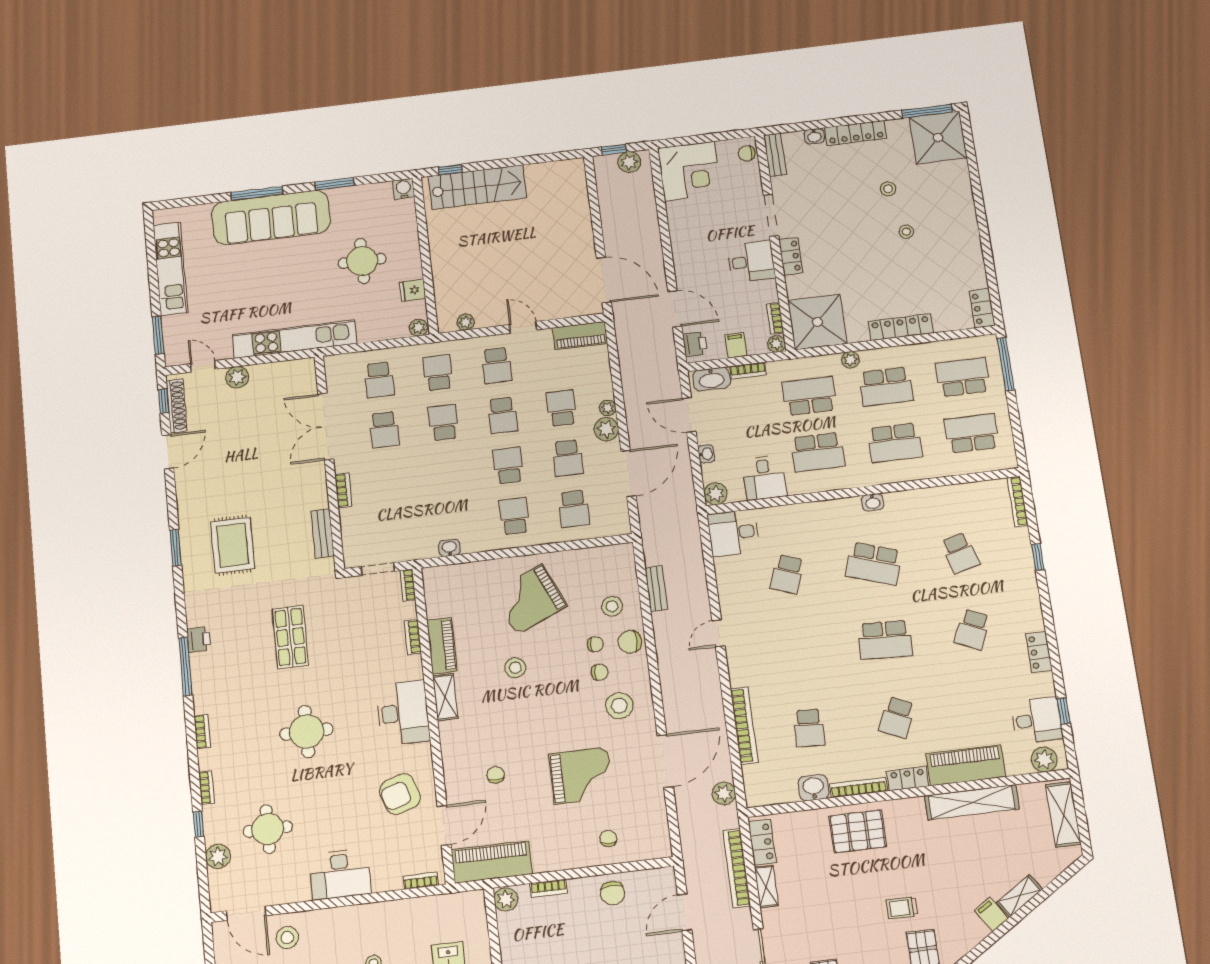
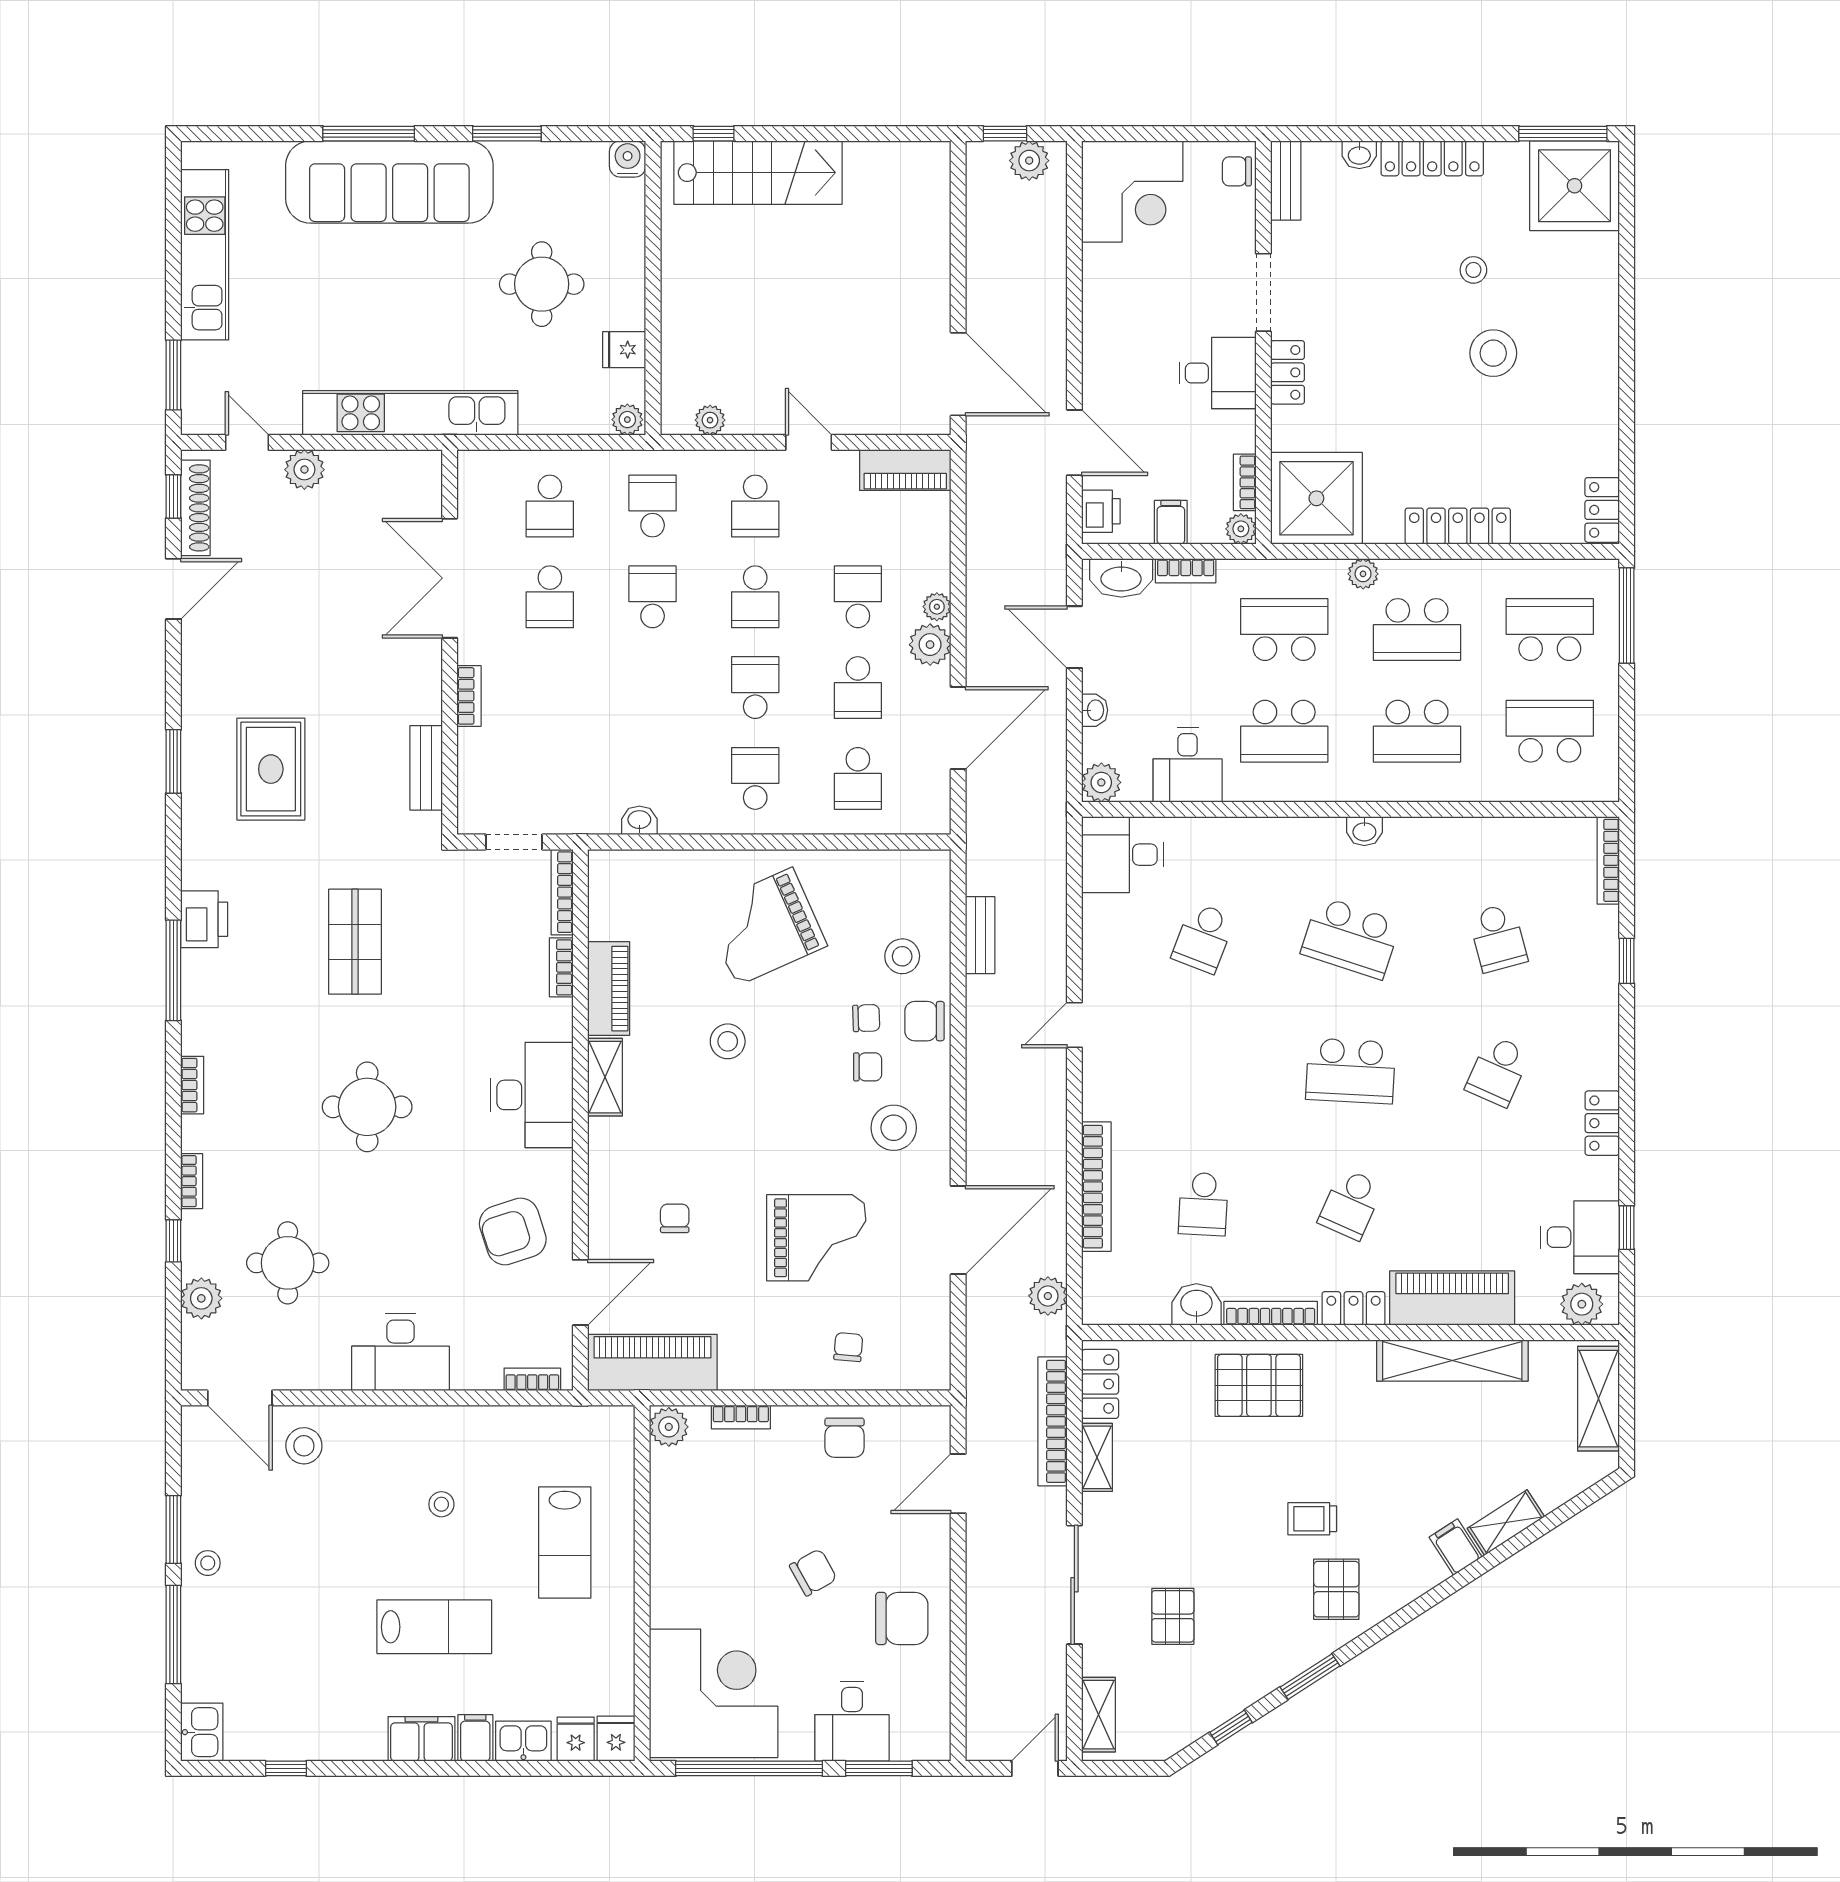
stool: (906, 232) -> (1493, 353), width x1.89, depth x1.89
bookcase: (408, 585) -> (562, 892), width x1.56
printer: (199, 640) -> (204, 919), width x1.36, depth x1.24

